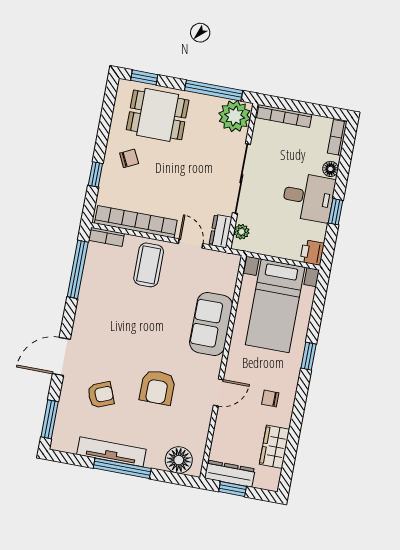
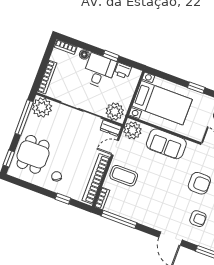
plant: (241, 232) -> (115, 112), width x1.88, depth x1.88
printer: (312, 253) -> (123, 71), moved
plant: (223, 266) -> (132, 130), added
armchair: (101, 395) -> (198, 219), turned 112

